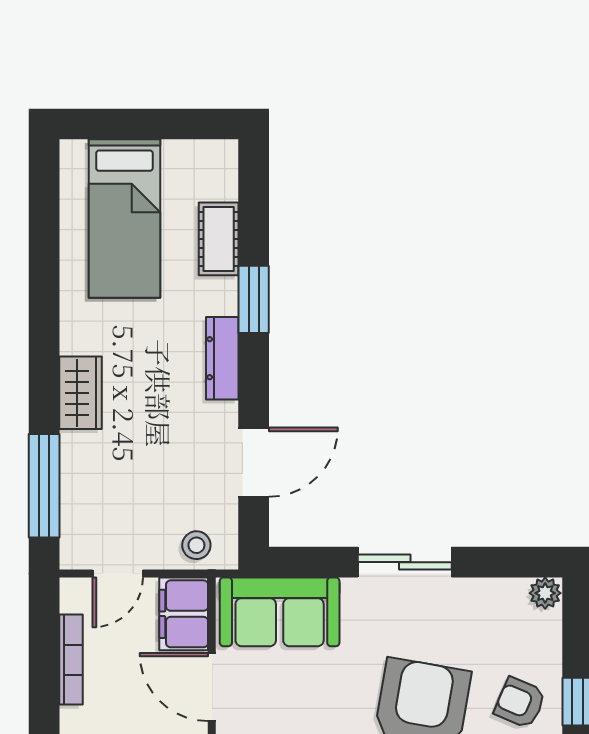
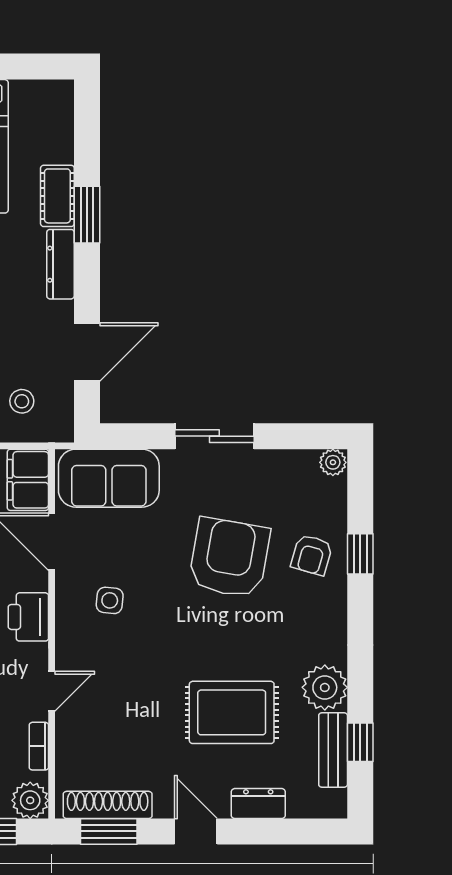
cot: (219, 239) -> (57, 196), moved
stool: (196, 545) -> (22, 401), moved
armchair: (520, 703) -> (312, 555), turned -97

